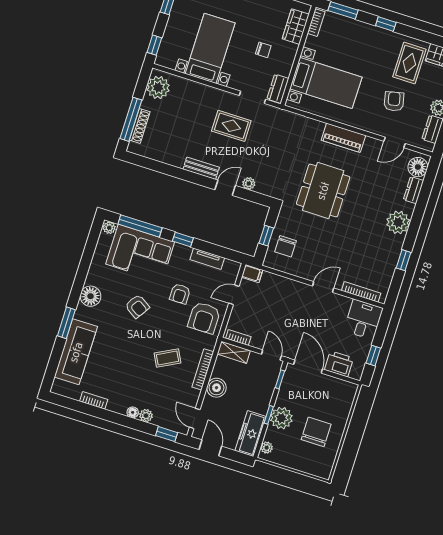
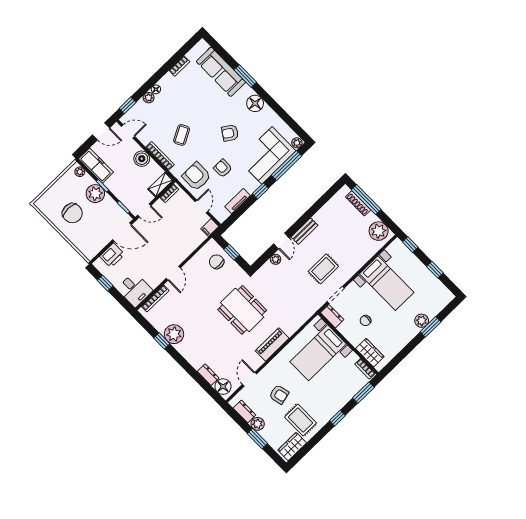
plant: (398, 222) -> (174, 334), moved

